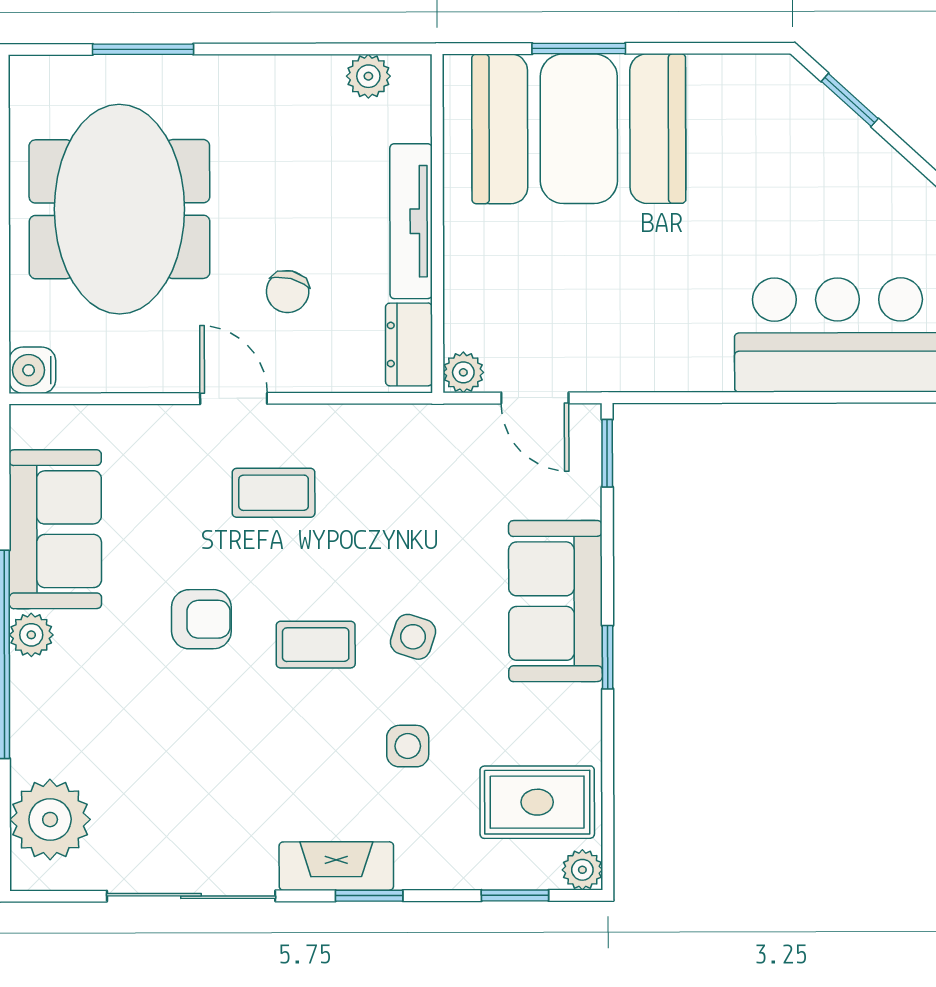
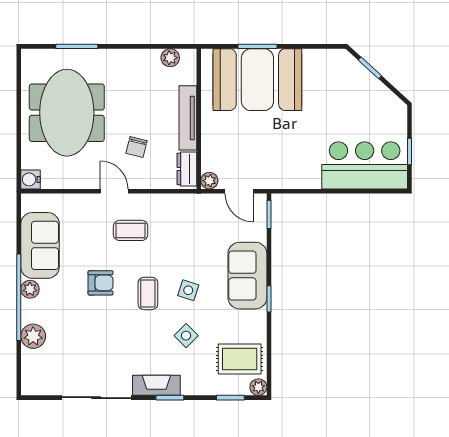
coffee table: (316, 645) -> (148, 293), turned 90
side table: (408, 746) -> (186, 336), turned 45
plant: (50, 820) -> (33, 336), moved, width x0.73, depth x0.73

